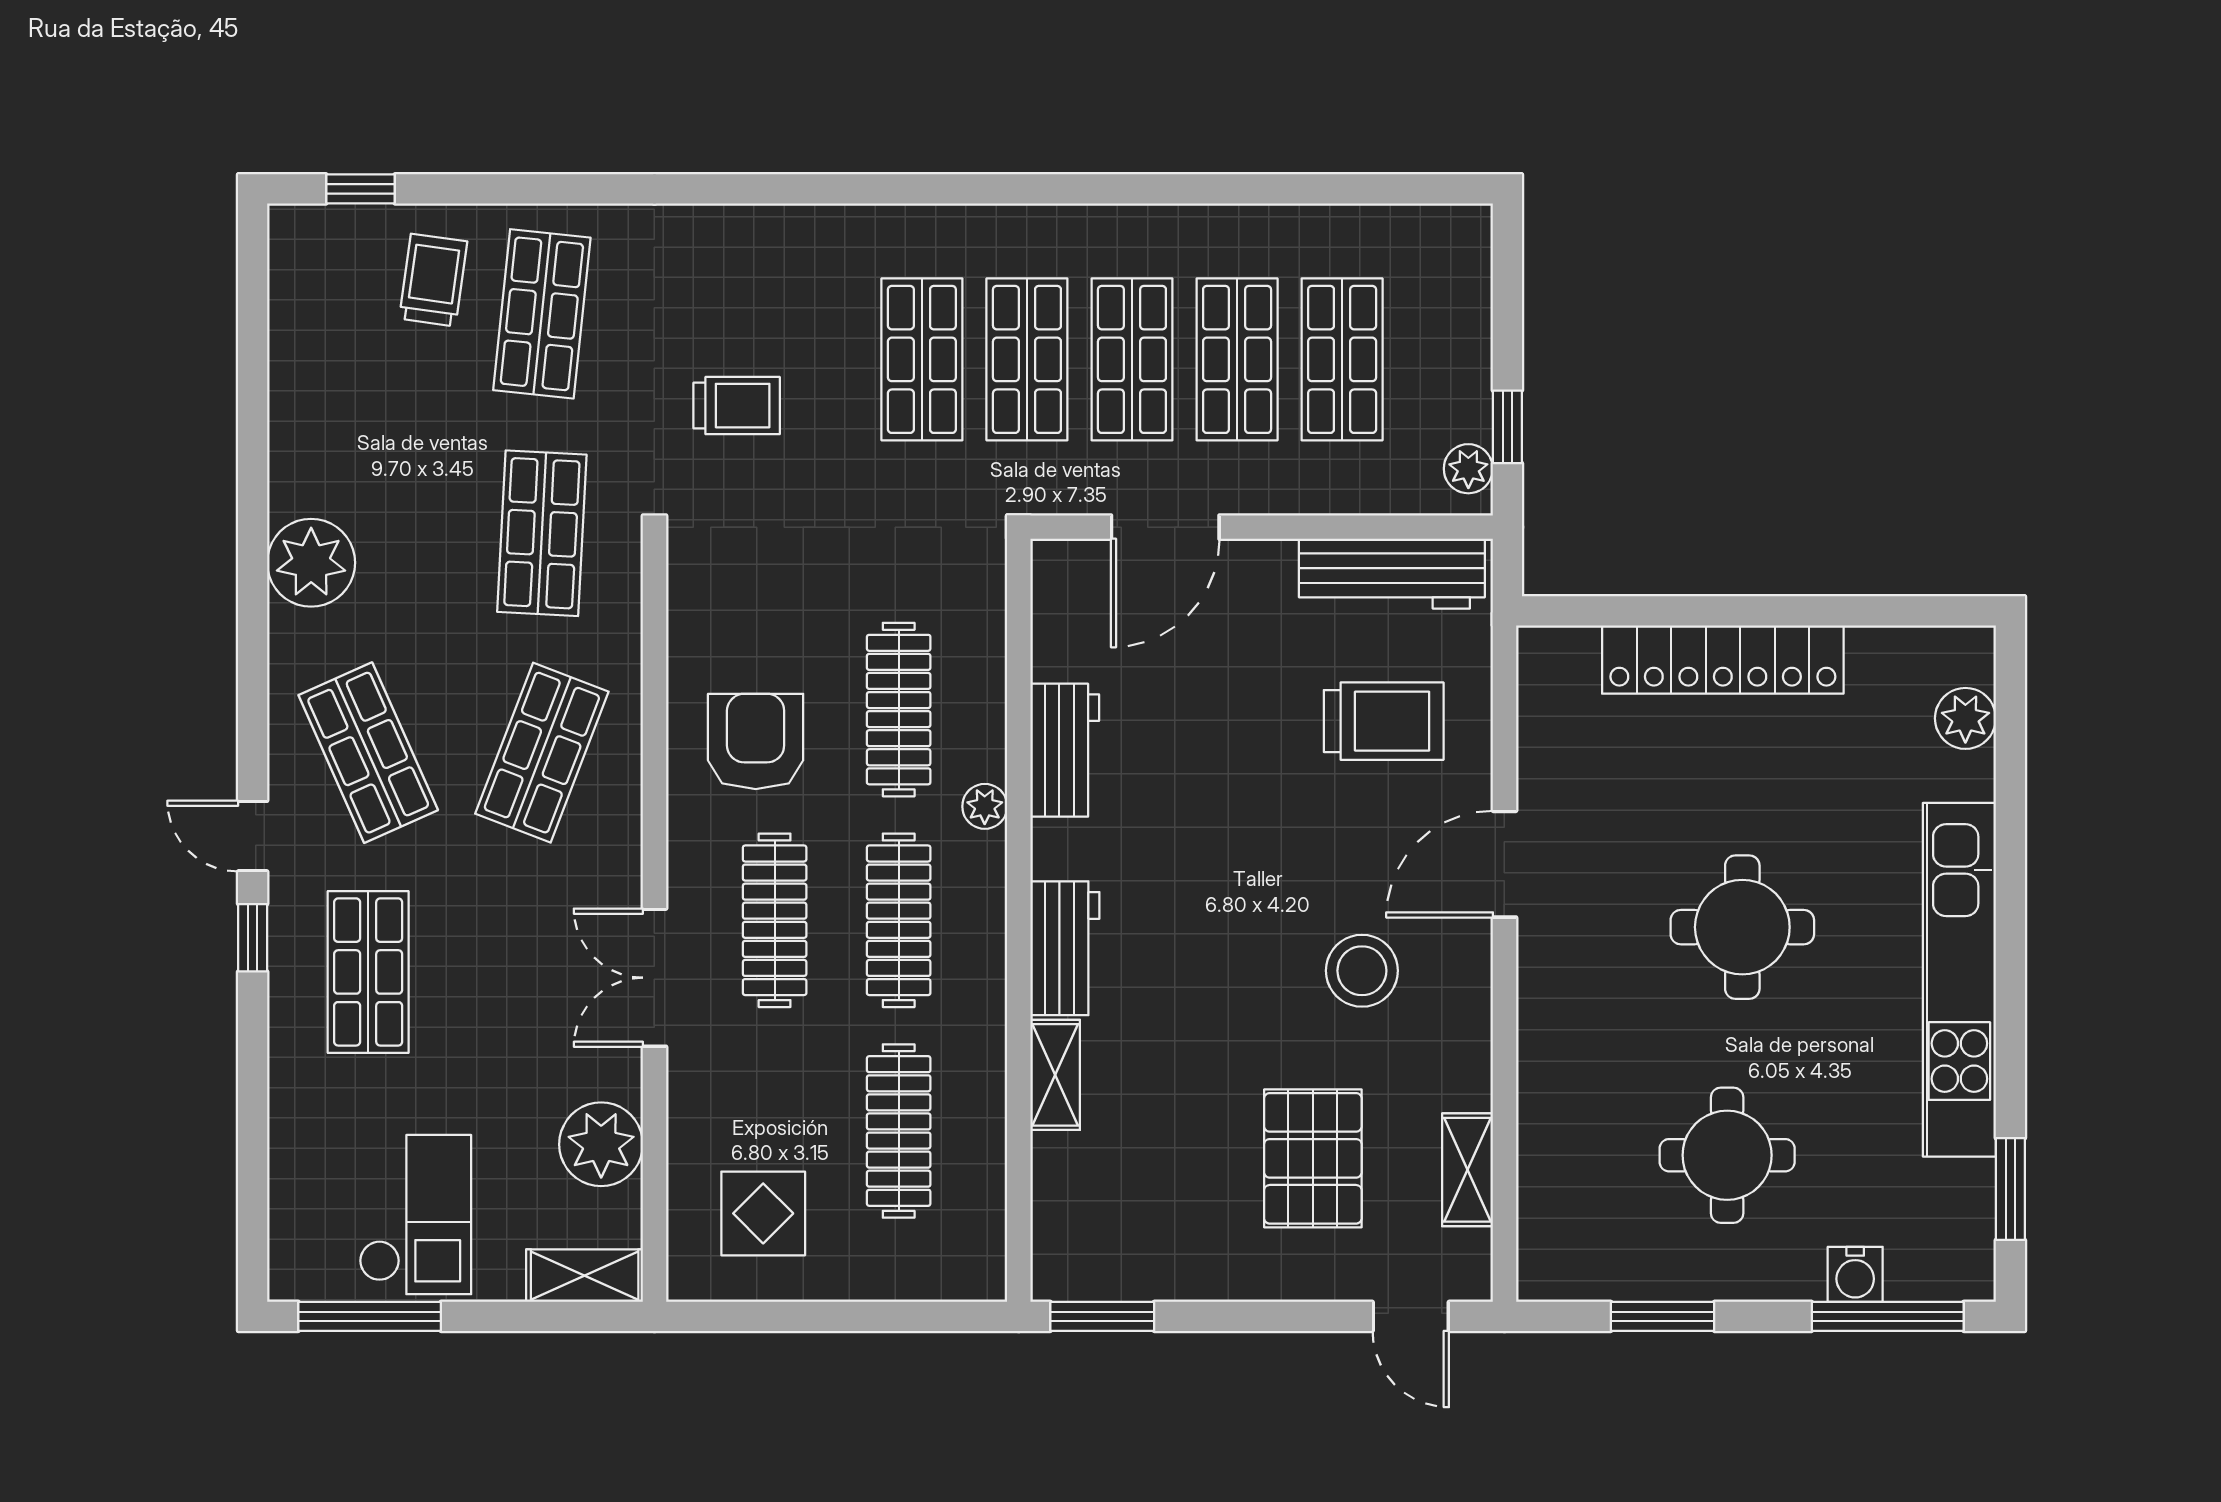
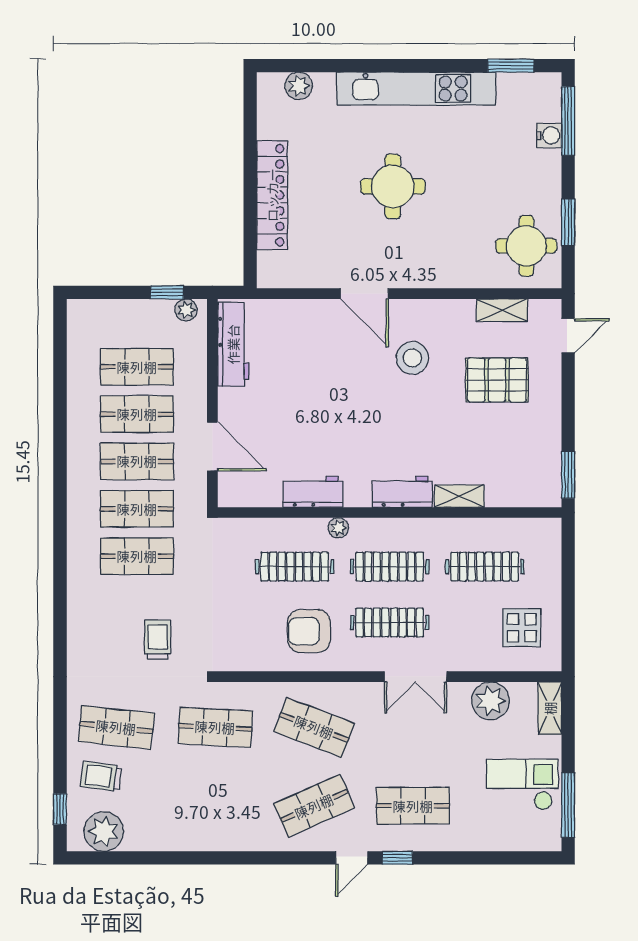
plant: (311, 563) -> (104, 831), moved
trolley: (1384, 721) -> (300, 348), removed
round table: (1727, 1155) -> (526, 246), moved

